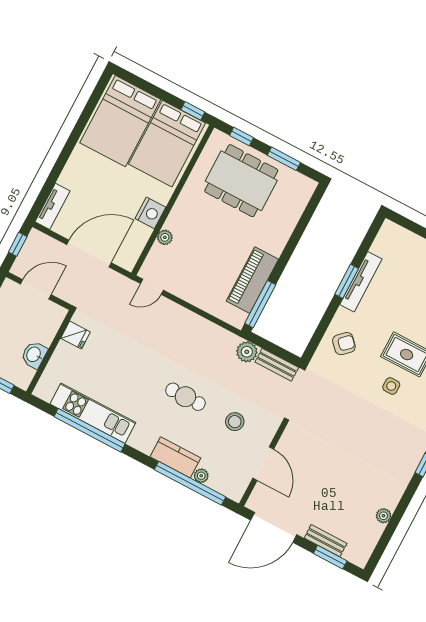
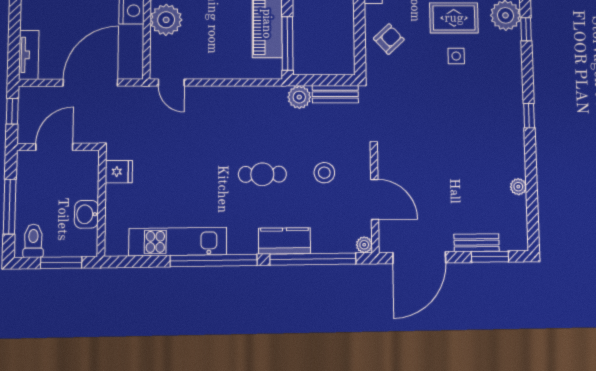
plant: (165, 237) -> (166, 20), width x1.88, depth x1.88
door: (152, 287) -> (171, 83), hinge flipped
window: (89, 430) -> (214, 261), moved
plant: (201, 476) -> (364, 245), moved

